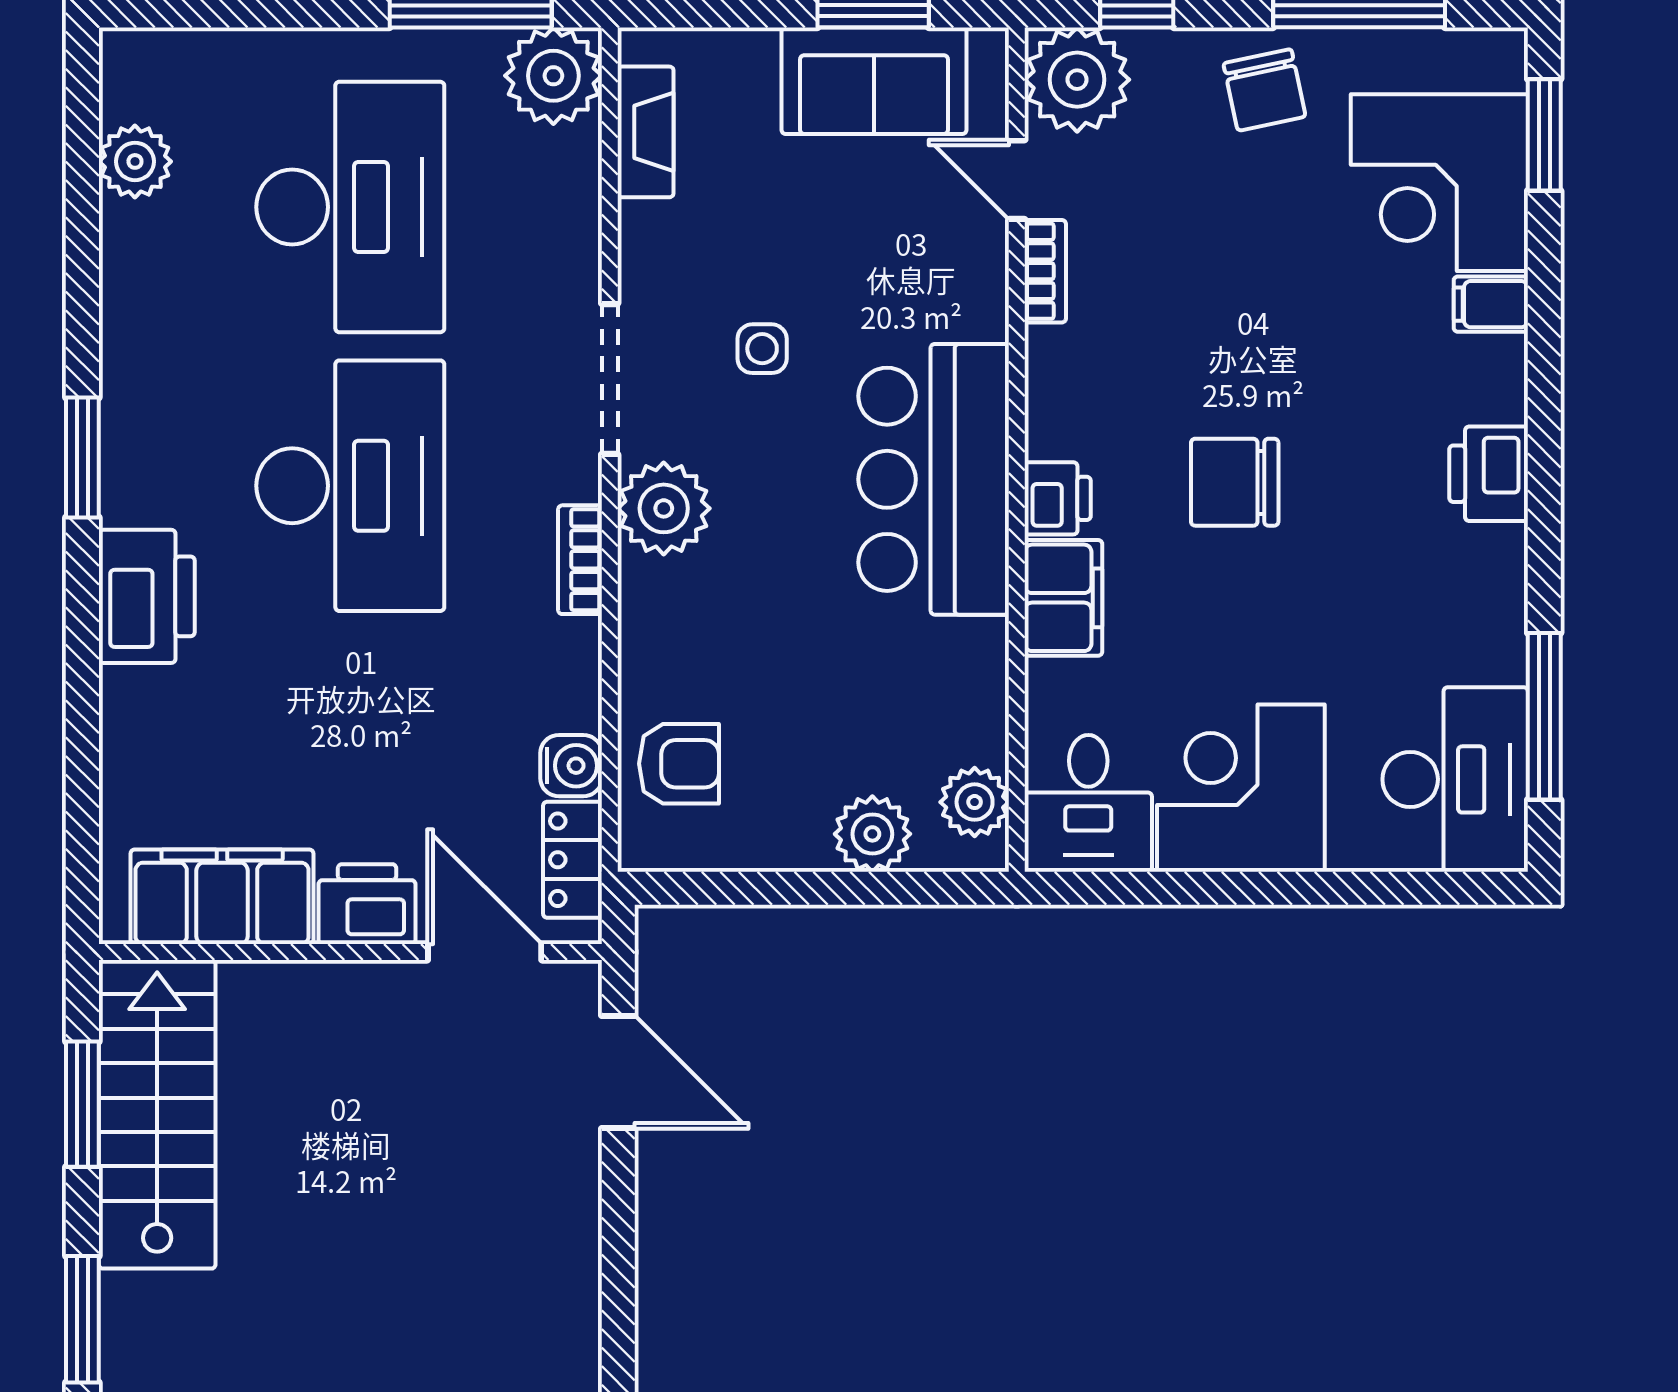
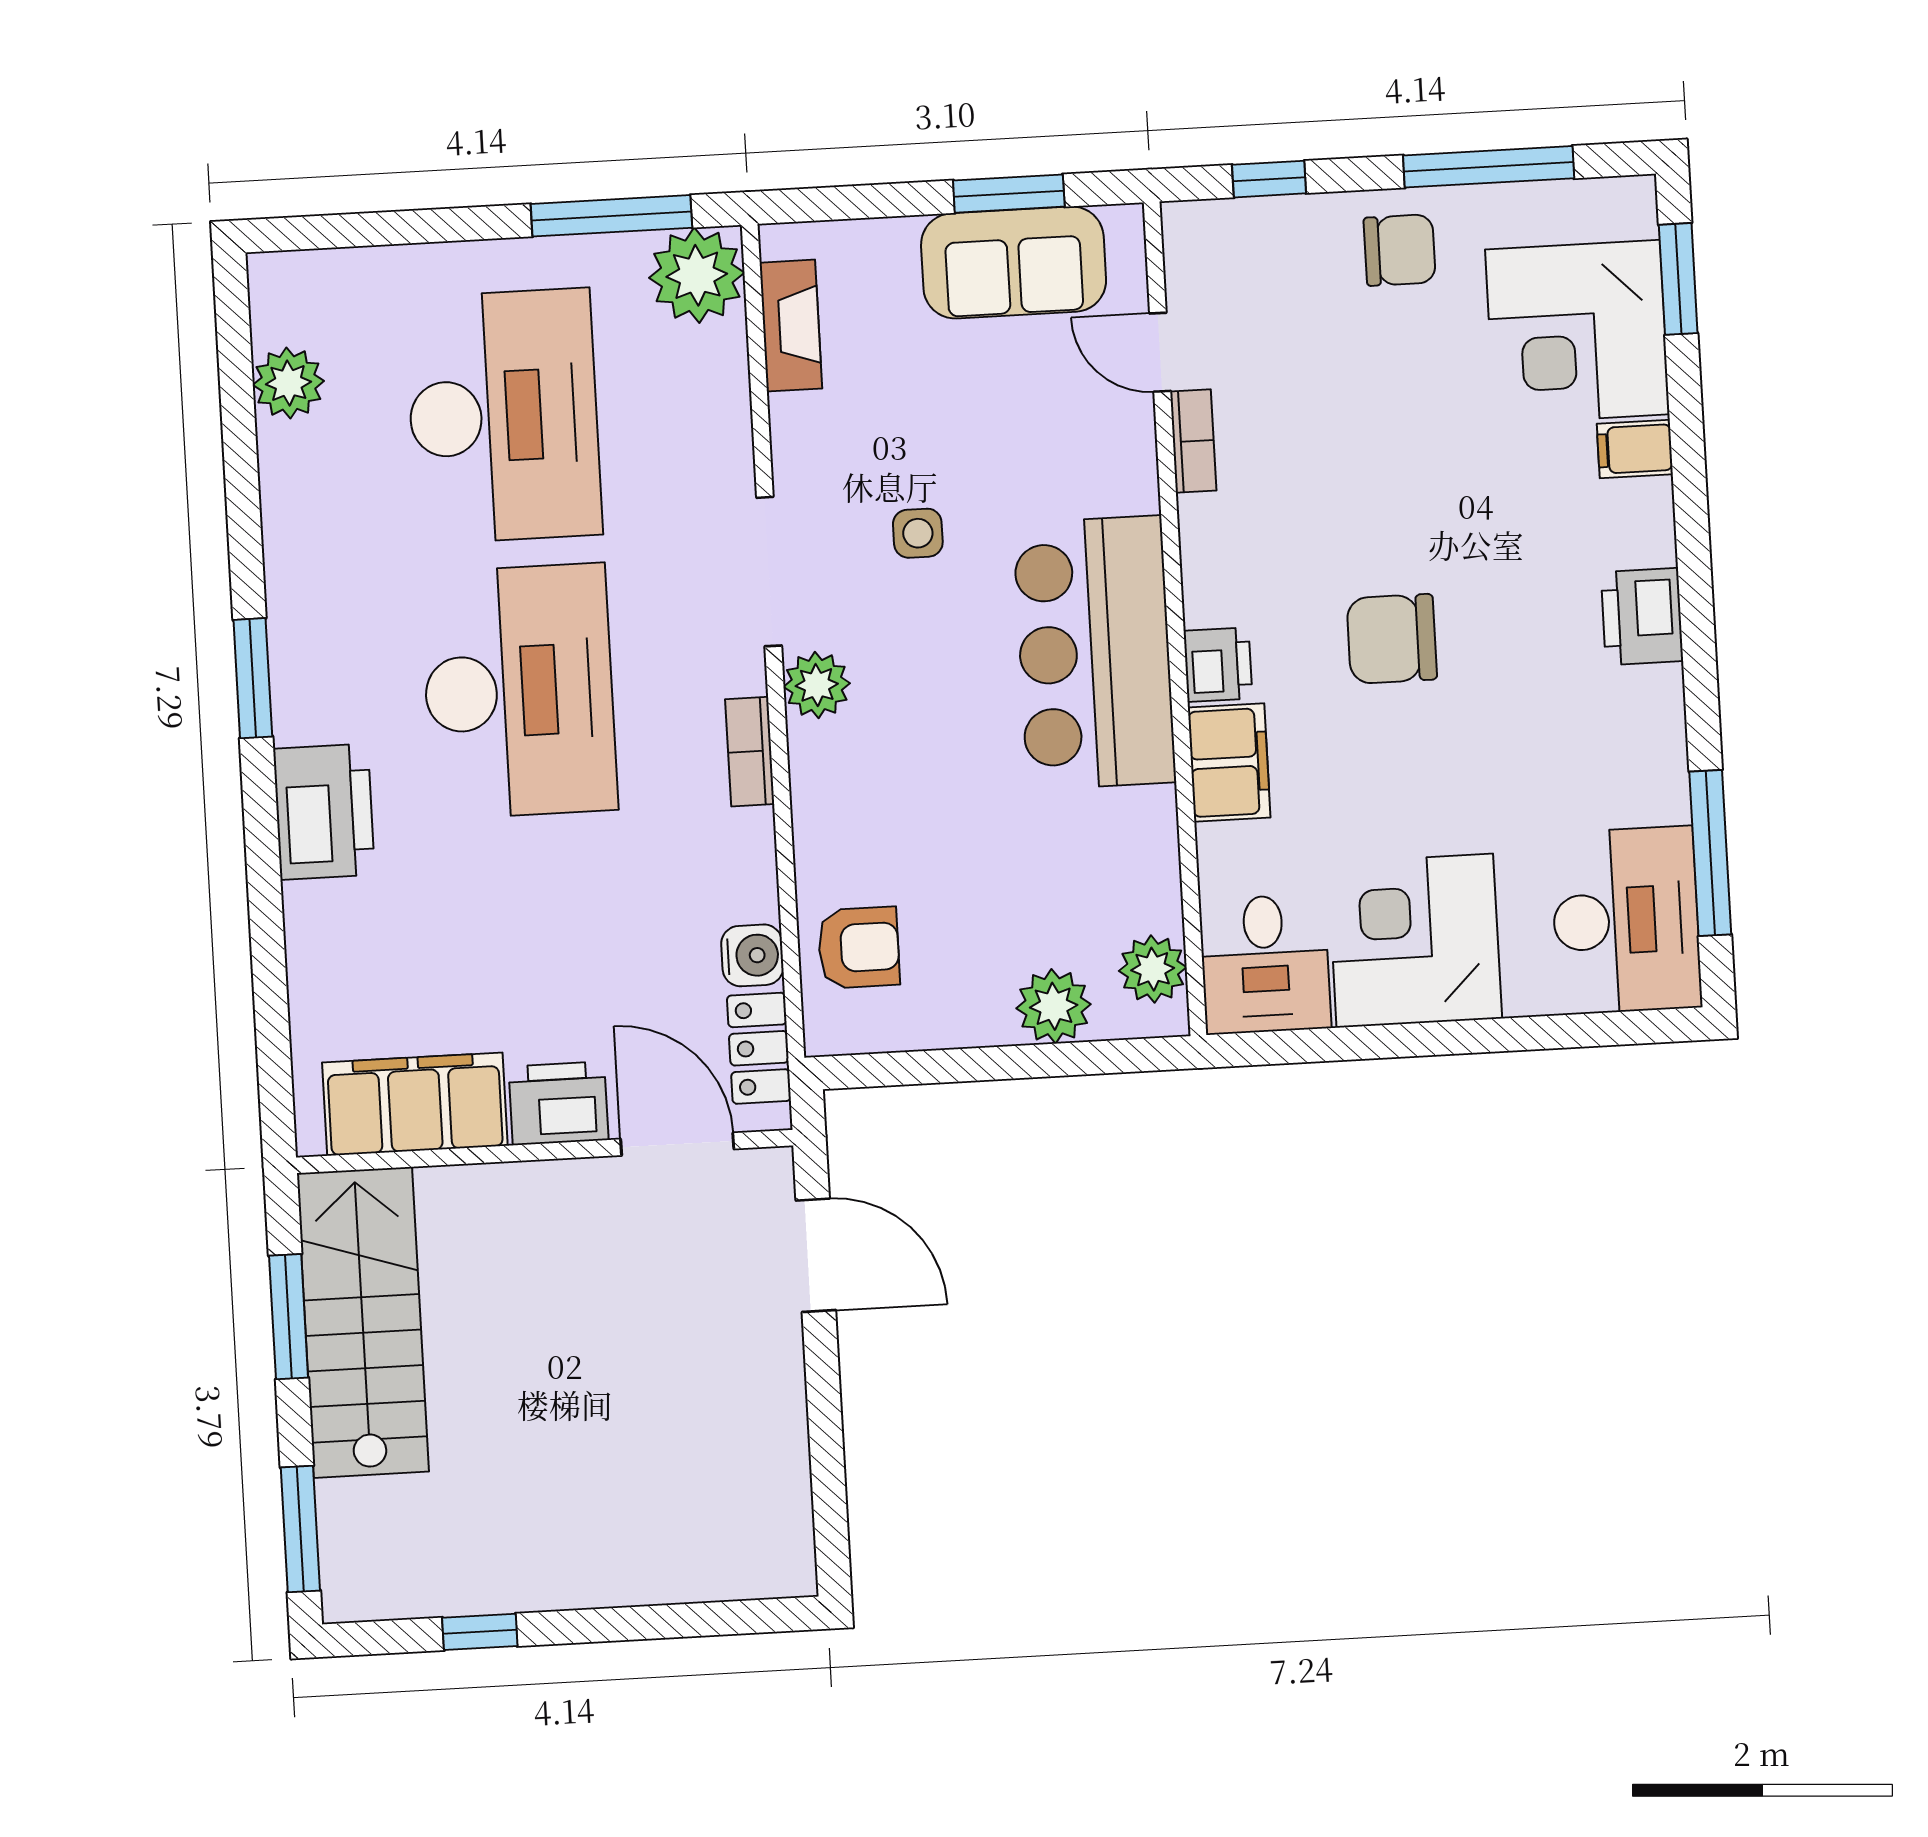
plant: (1077, 80) -> (1214, 250), removed
chair: (1265, 90) -> (1400, 250), turned -78
plant: (664, 508) -> (817, 685), width x0.73, depth x0.73

